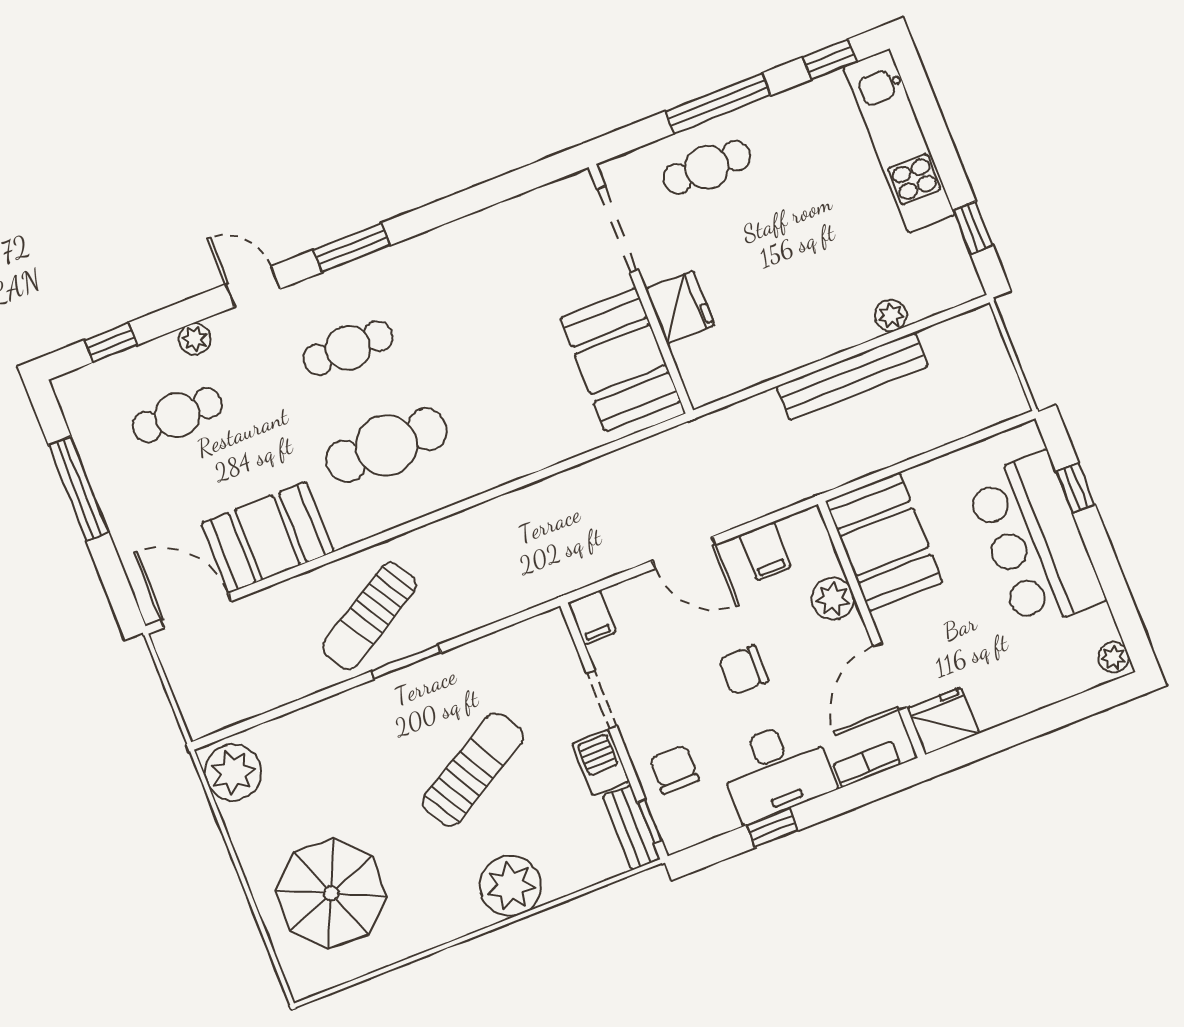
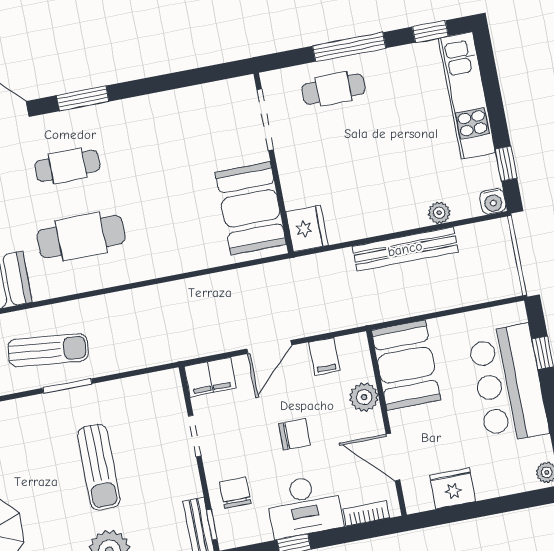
water cooler: (964, 285) -> (493, 201), added
fridge: (680, 307) -> (307, 229), moved
door: (684, 553) -> (269, 347), hinge flipped
sun lounger: (369, 616) -> (48, 350), turned -143
filing cabinet: (592, 618) -> (210, 377), width x2.00
chair: (743, 670) -> (294, 434), turned 180
door: (890, 677) -> (393, 457), hinge flipped
fridge: (943, 721) -> (453, 488), moved
barbecue: (601, 763) -> (186, 479), removed
sun lounger: (473, 770) -> (99, 467), turned 120

